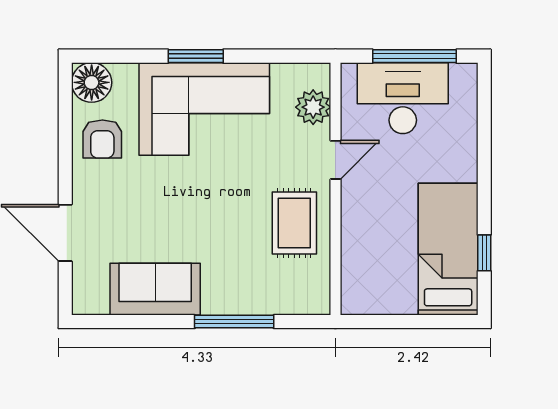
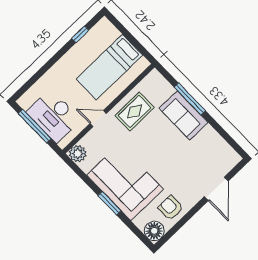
plant: (313, 107) -> (78, 154), moved
armchair: (102, 139) -> (171, 208), turned -90
bed: (448, 249) -> (109, 67), moved
sofa: (155, 289) -> (184, 115), moved

